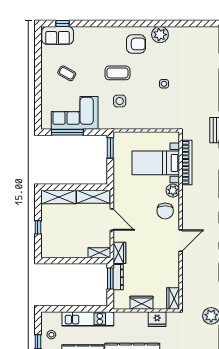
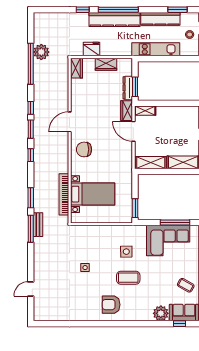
plant: (160, 35) -> (161, 313), moved
coffee table: (67, 73) -> (186, 285), moved
plant: (173, 190) -> (77, 168), removed
chair: (165, 211) -> (84, 149), turned -90
door: (112, 220) -> (133, 131), moved

